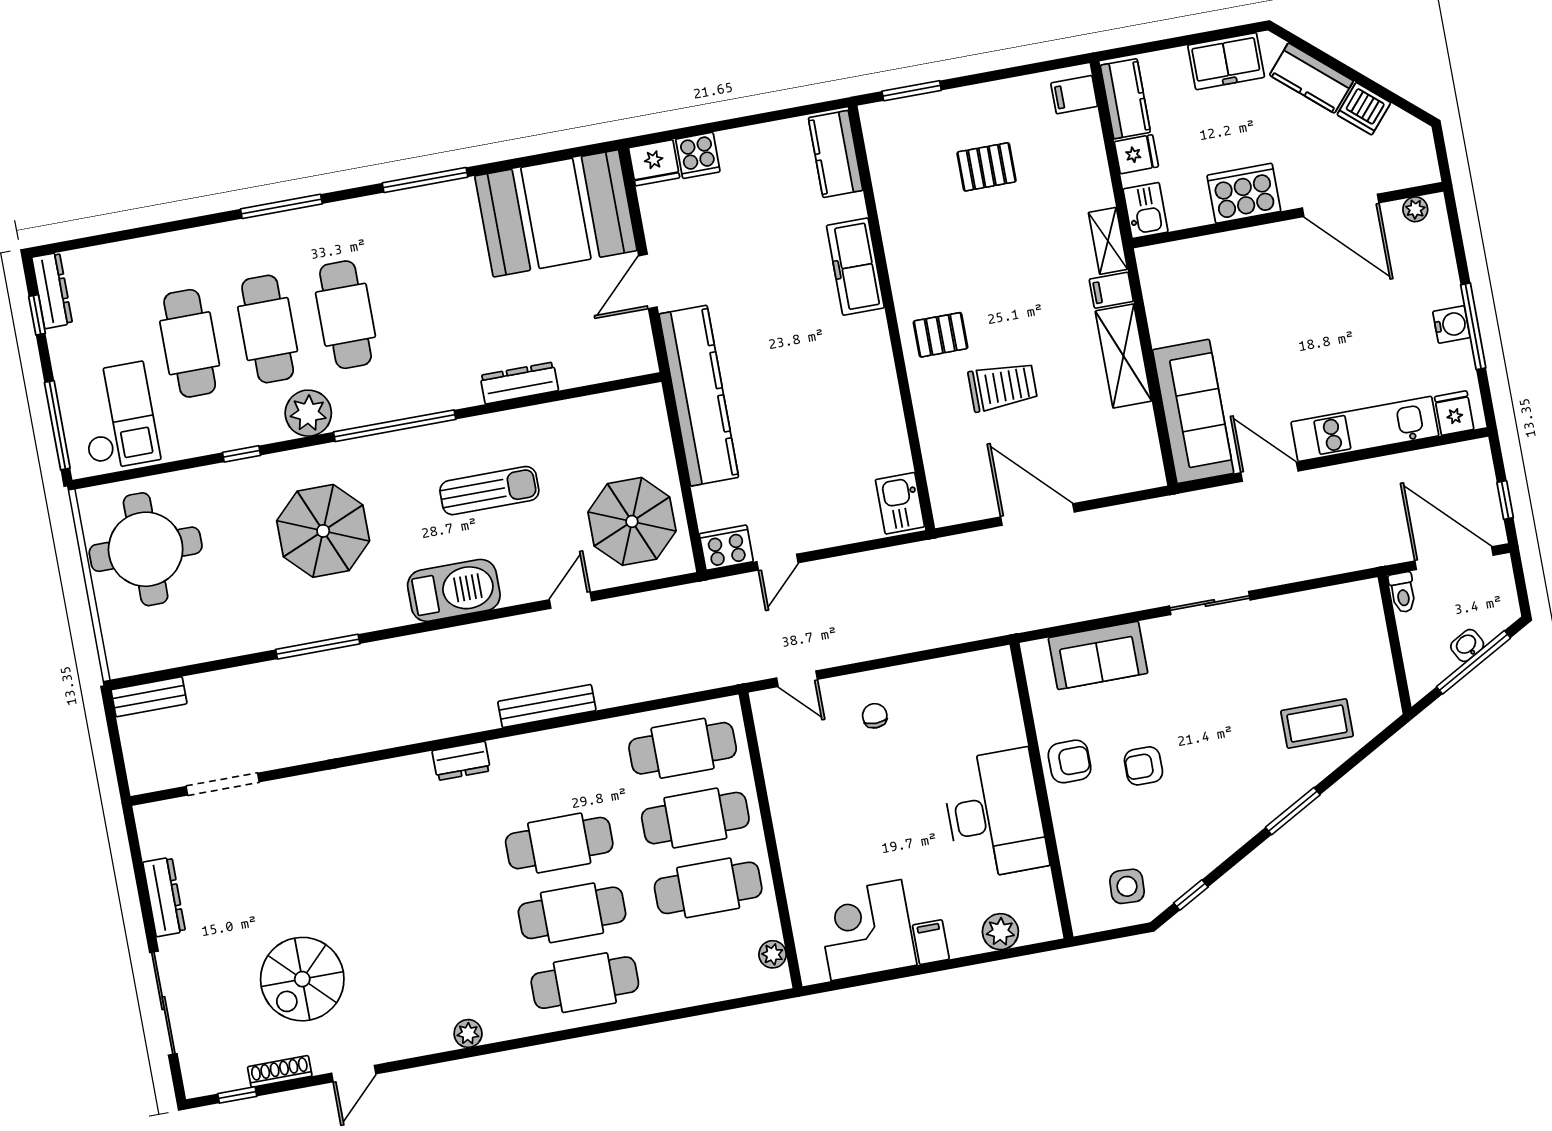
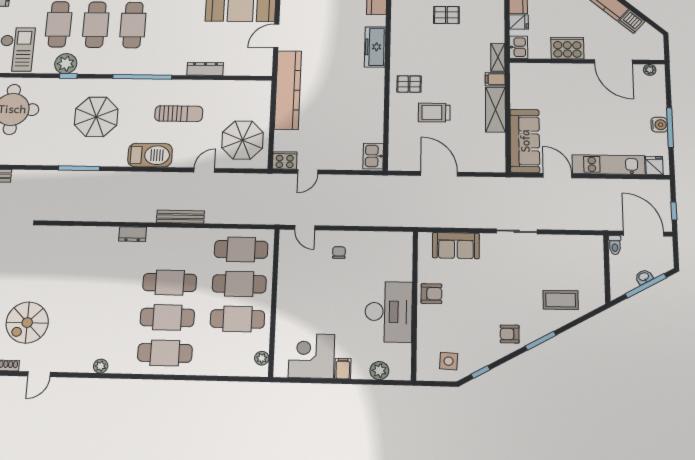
trolley: (1003, 387) -> (434, 113), turned 180
plant: (308, 413) -> (66, 64), moved
armchair: (1143, 766) -> (510, 334), moved

